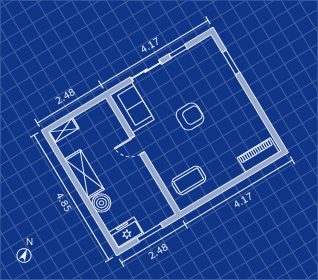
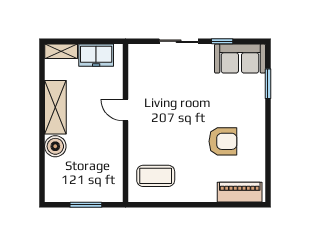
sofa: (132, 107) -> (240, 59), moved, turned 90
armchair: (190, 117) -> (223, 141), moved
freezer: (126, 233) -> (96, 55), moved, turned 180

